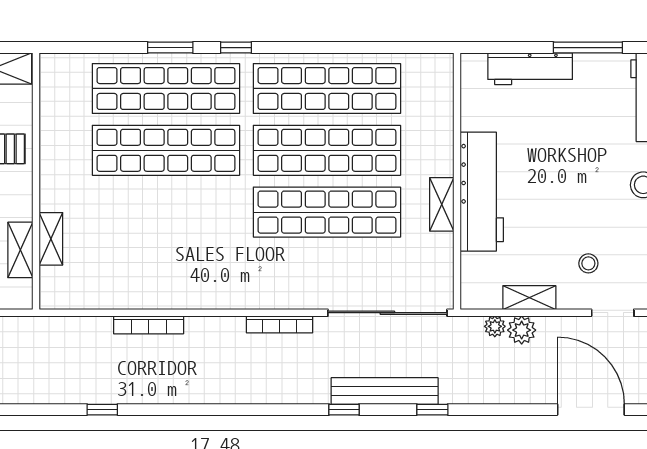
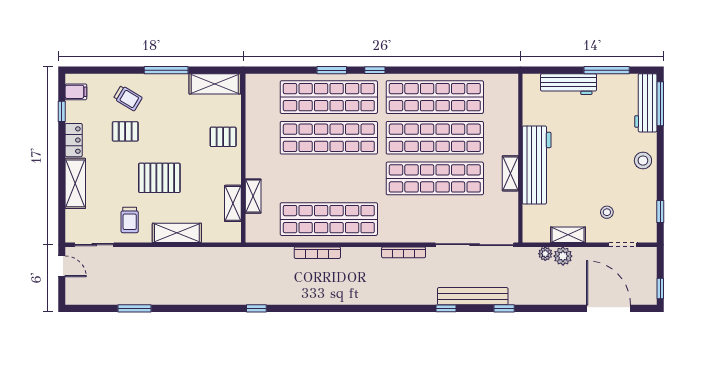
shop shelf: (166, 274) -> (329, 219), added
window: (102, 410) -> (256, 308), moved

